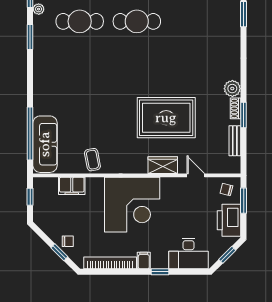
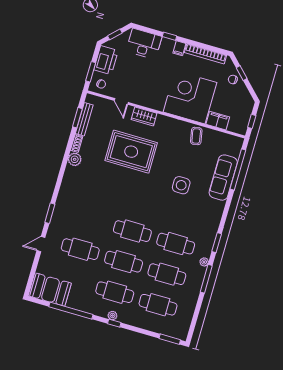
side table: (93, 94) -> (181, 185), added
window: (244, 115) -> (77, 118), moved
bench: (235, 141) -> (84, 119), width x1.36
sofa: (45, 144) -> (223, 178), moved
corner desk: (132, 205) -> (190, 97), moved

